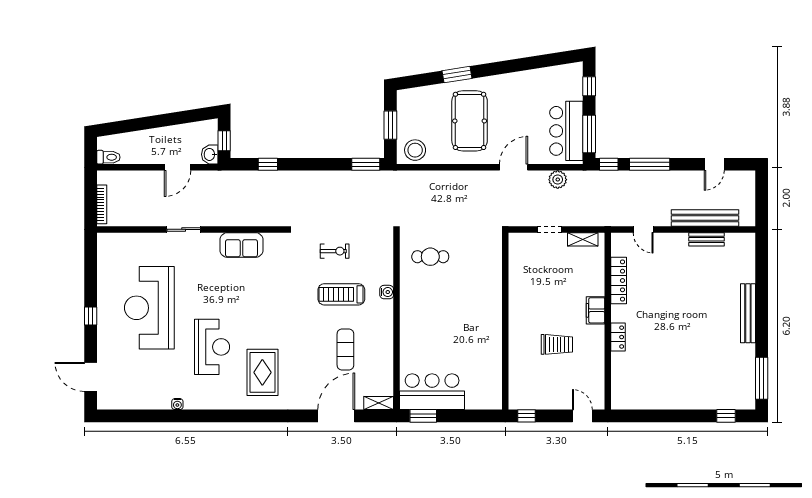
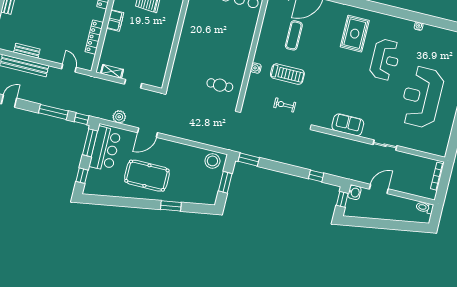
pool table: (470, 121) -> (147, 176), moved, turned 90
reception desk: (149, 308) -> (422, 97), turned 180
reception desk: (212, 347) -> (385, 60), turned 180

